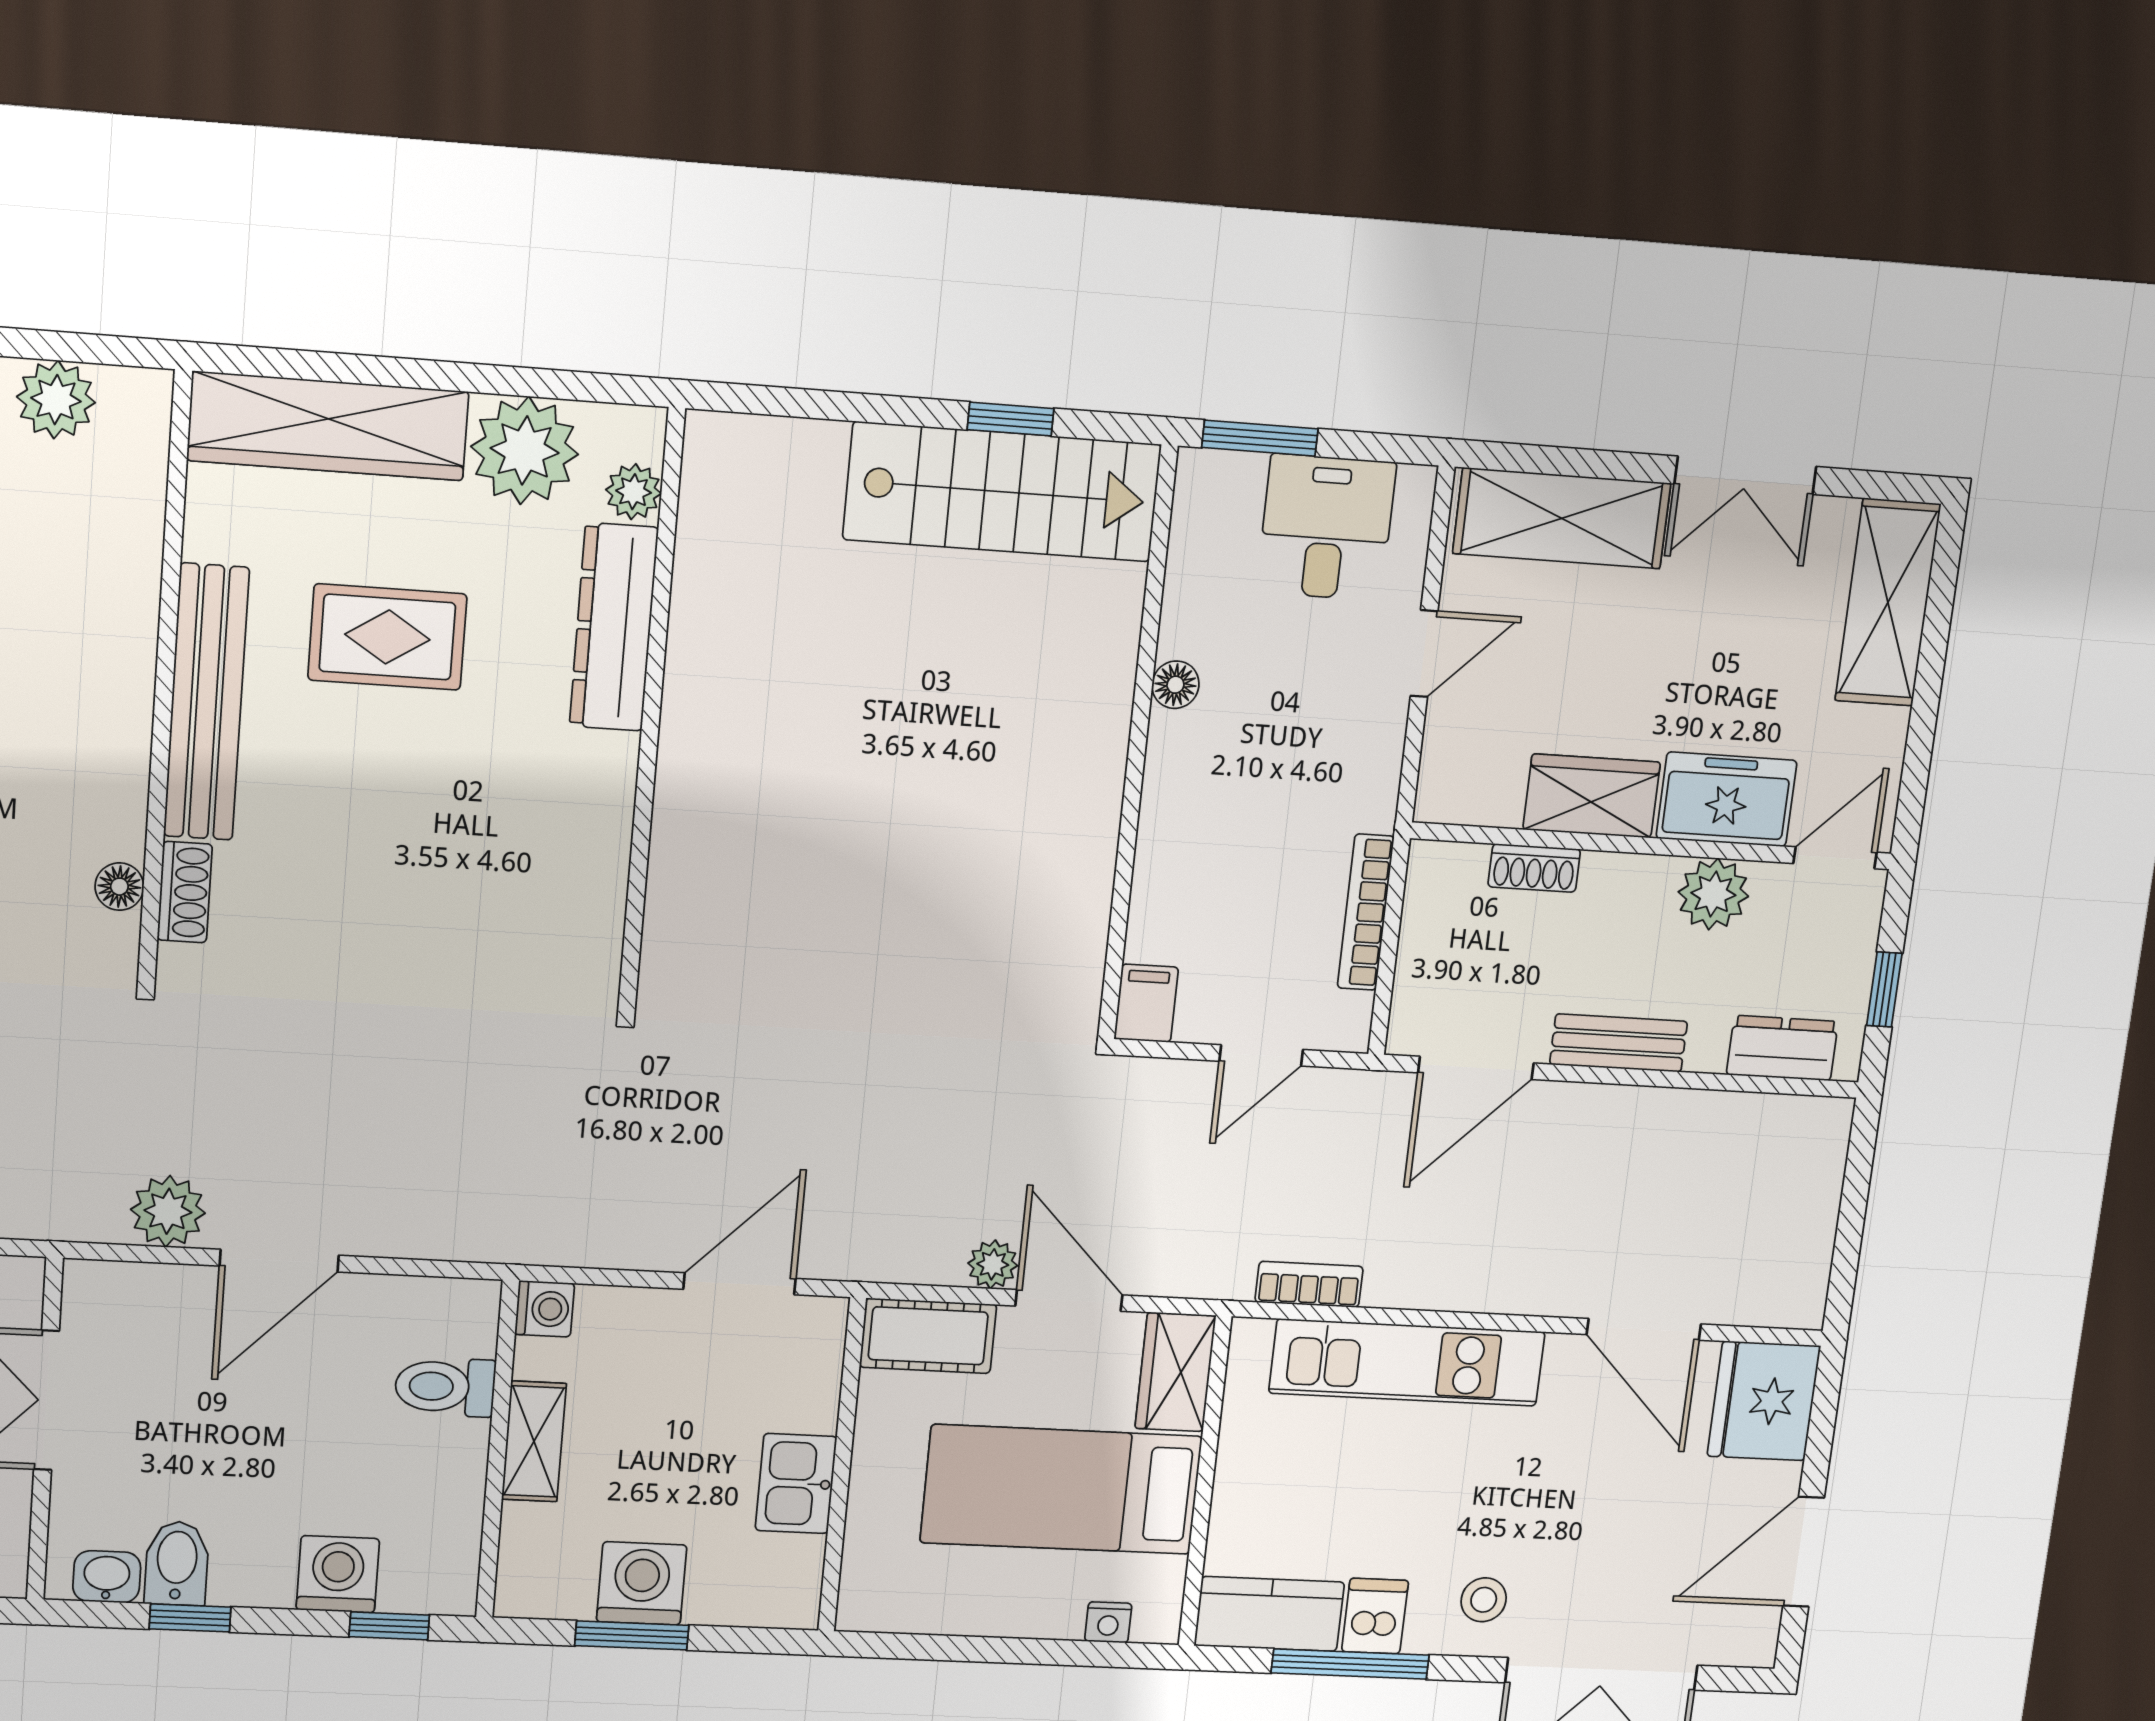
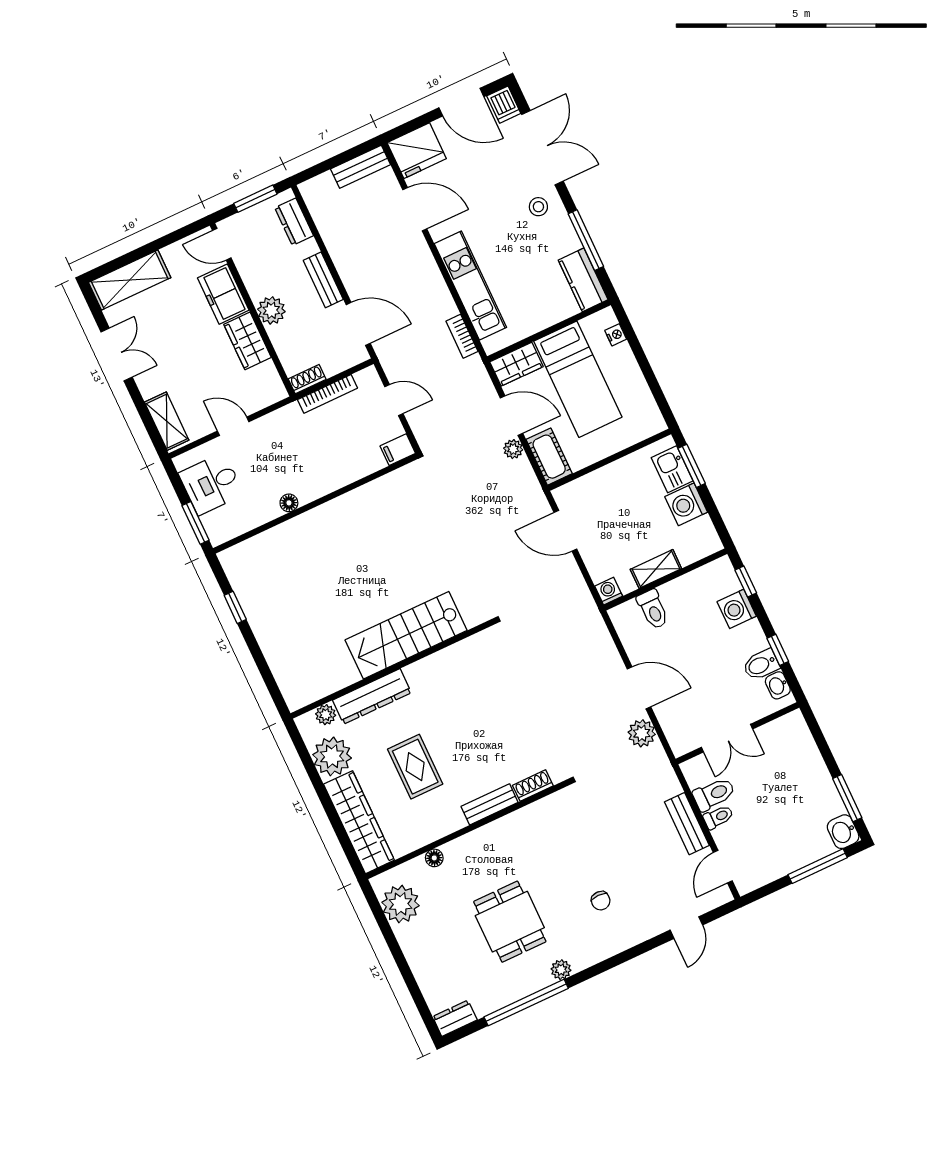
plant: (56, 400) -> (401, 904), width x1.36, depth x1.36
stairs: (1002, 492) -> (406, 635), moved, turned -90
shelving: (1562, 518) -> (167, 421), width x0.67, depth x0.75
bench: (206, 702) -> (490, 804), width x0.54, depth x0.82
shoe rack: (1534, 868) -> (307, 379), moved, turned -90
floor lamp: (119, 887) -> (434, 858), moved
plant: (1713, 894) -> (271, 310), moved
window: (1884, 989) -> (255, 199), width x1.50
bench: (1806, 1260) -> (361, 167), added
door: (1069, 1300) -> (511, 416), swing flipped
door: (1644, 1329) -> (415, 209), hinge flipped
kitchen sink: (796, 1484) -> (672, 469), moved, turned 90
dishwasher: (1375, 1616) -> (504, 105), moved, turned -90
window: (632, 1635) -> (692, 466), moved

